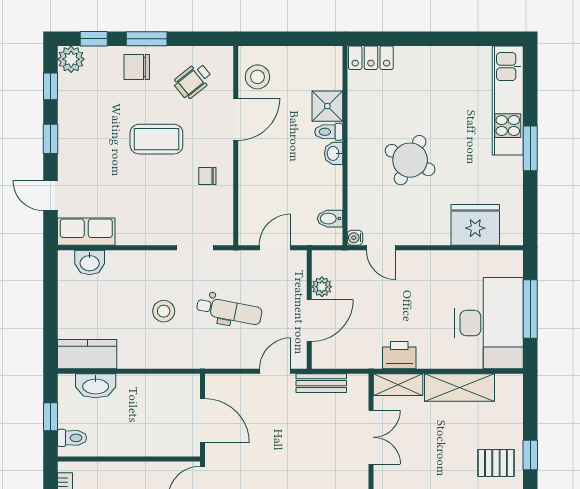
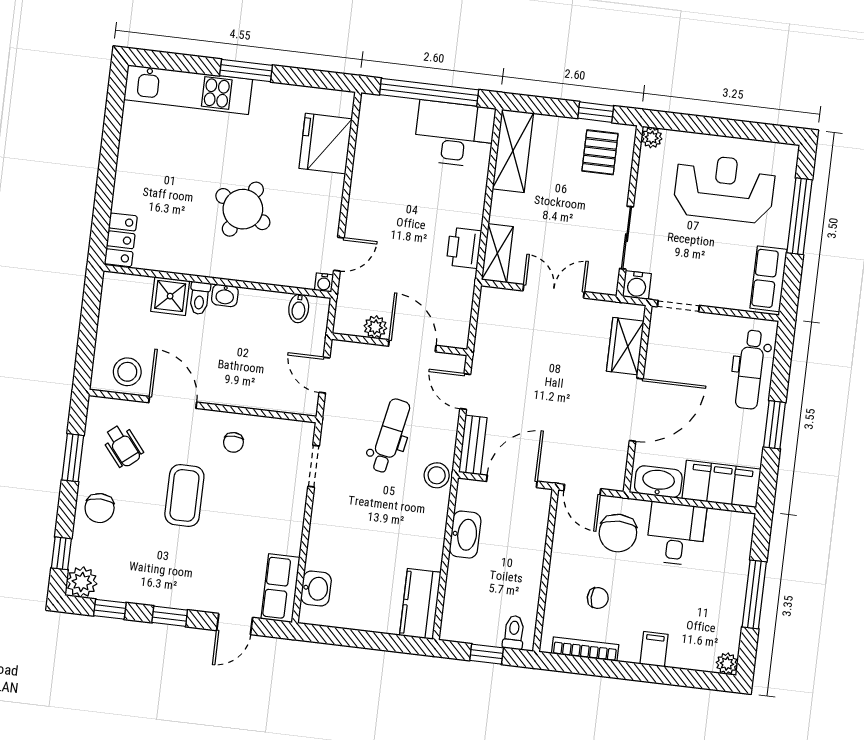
window: (147, 39) -> (73, 458), moved
window: (530, 309) -> (429, 92), width x1.46
stool: (164, 311) -> (437, 475), moved
desk: (489, 323) -> (454, 134), width x0.73, depth x0.77
bench: (321, 383) -> (473, 445), moved
washbasin: (96, 386) -> (465, 535), moved
shelving: (459, 388) -> (513, 151), moved

